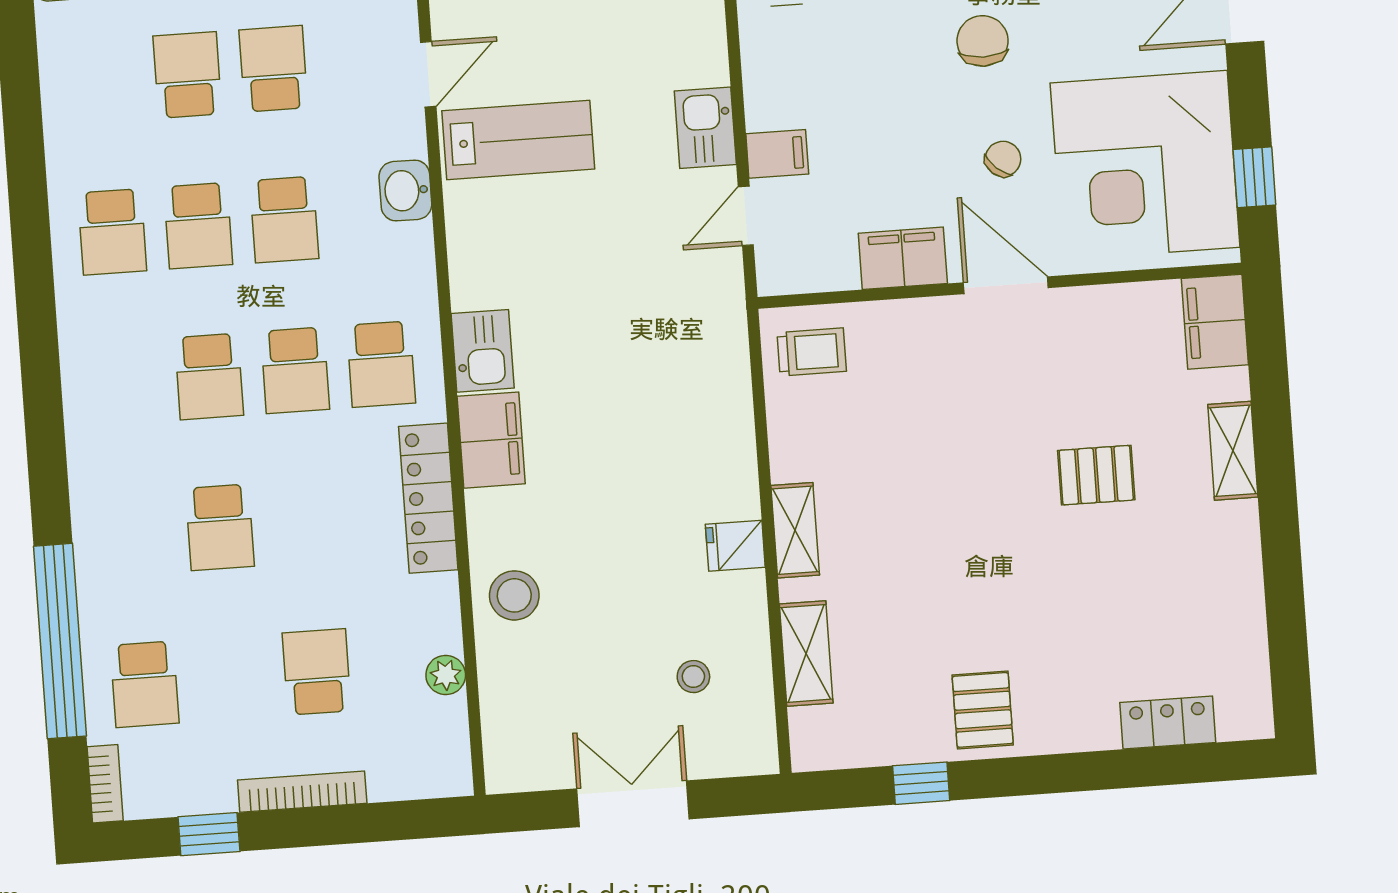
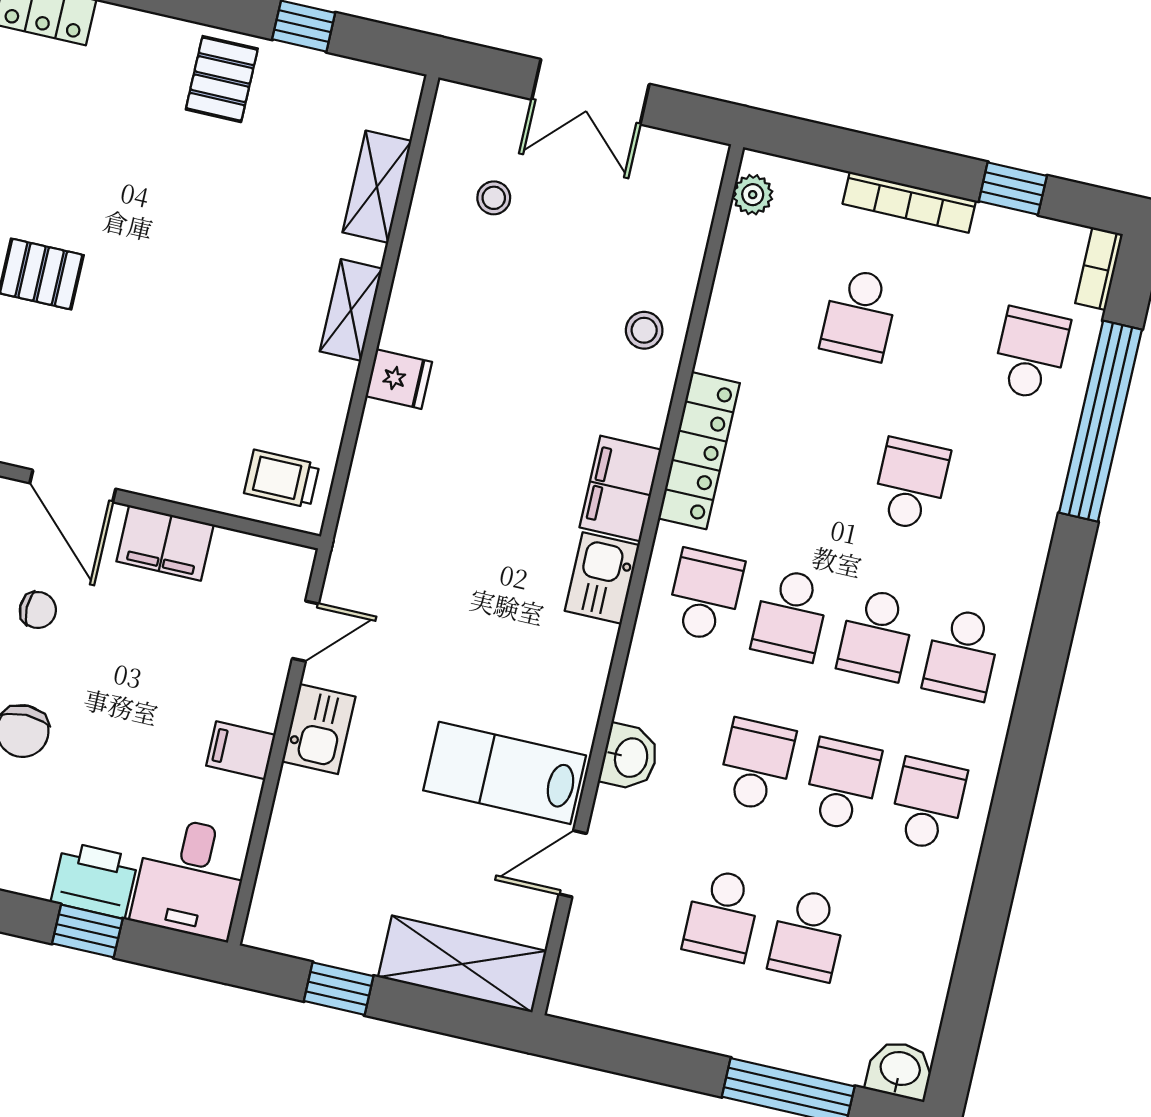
filing cabinet: (777, 154) -> (241, 750), moved
chair: (1003, 159) -> (38, 610), turned -131
school desk: (295, 370) -> (791, 615), turned 180
school desk: (209, 376) -> (876, 634), turned 180
school desk: (123, 383) -> (962, 654), added
fridge: (735, 546) -> (399, 379), moved
stool: (514, 595) -> (644, 330), width x0.73, depth x0.73
plant: (446, 675) -> (753, 195), moved

